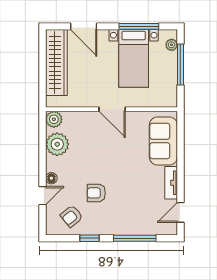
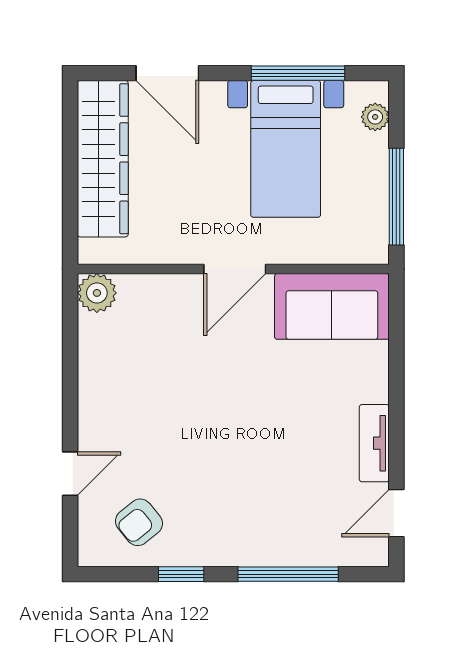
window: (180, 65) -> (396, 197), moved
door: (112, 109) -> (235, 269), hinge flipped
sofa: (163, 141) -> (332, 306), moved, turned -90
plant: (57, 144) -> (105, 352), removed
floor lamp: (51, 178) -> (91, 432), removed
armchair: (96, 193) -> (197, 467), removed

